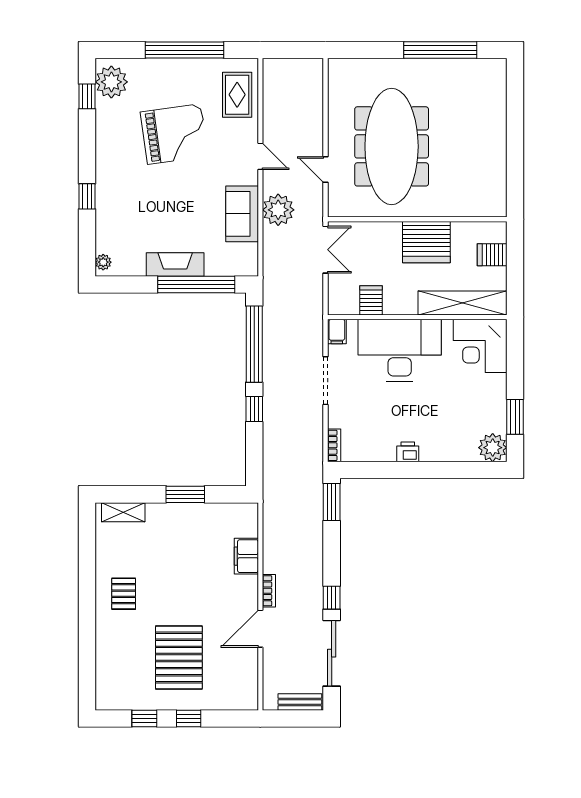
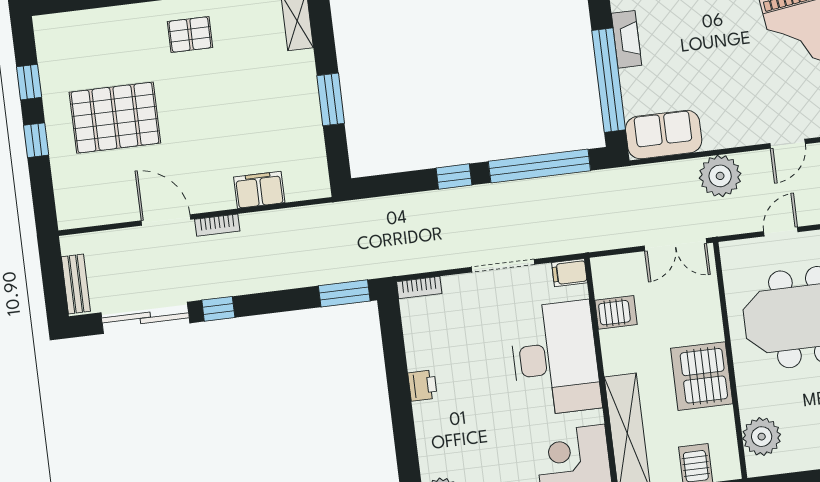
plant: (477, 203) -> (762, 437), added
sofa: (242, 214) -> (664, 135), moved
fireplace: (175, 264) -> (626, 39), width x0.73, depth x0.76

